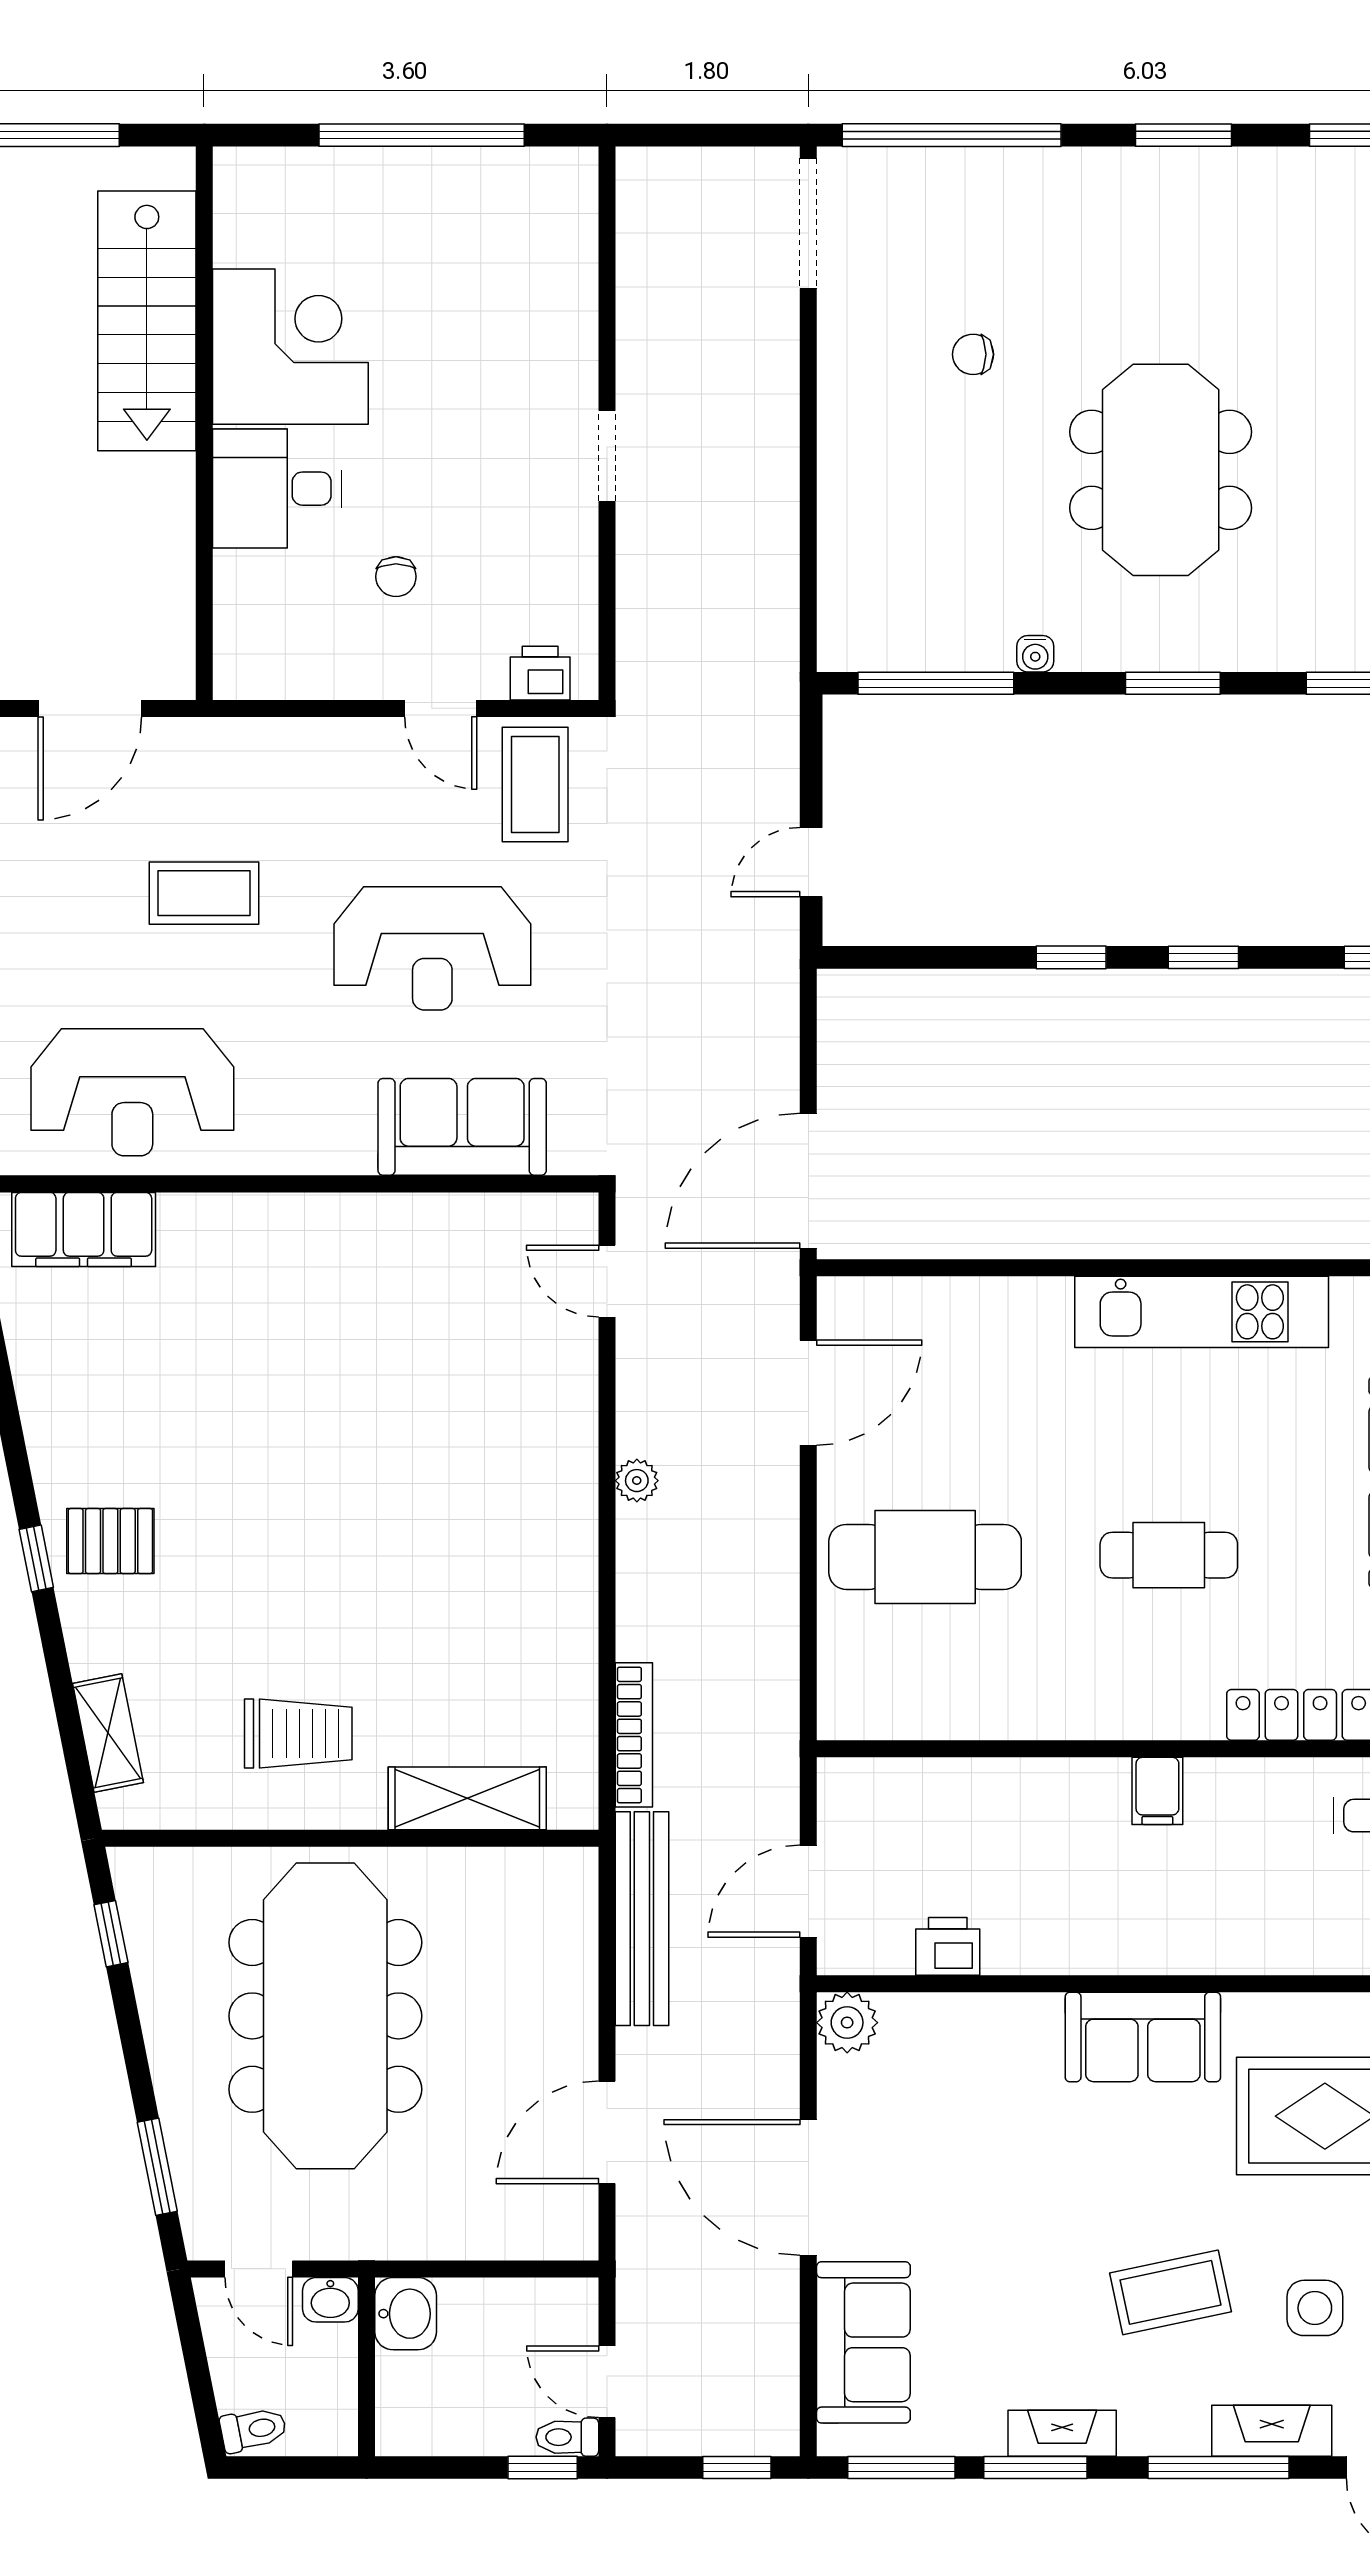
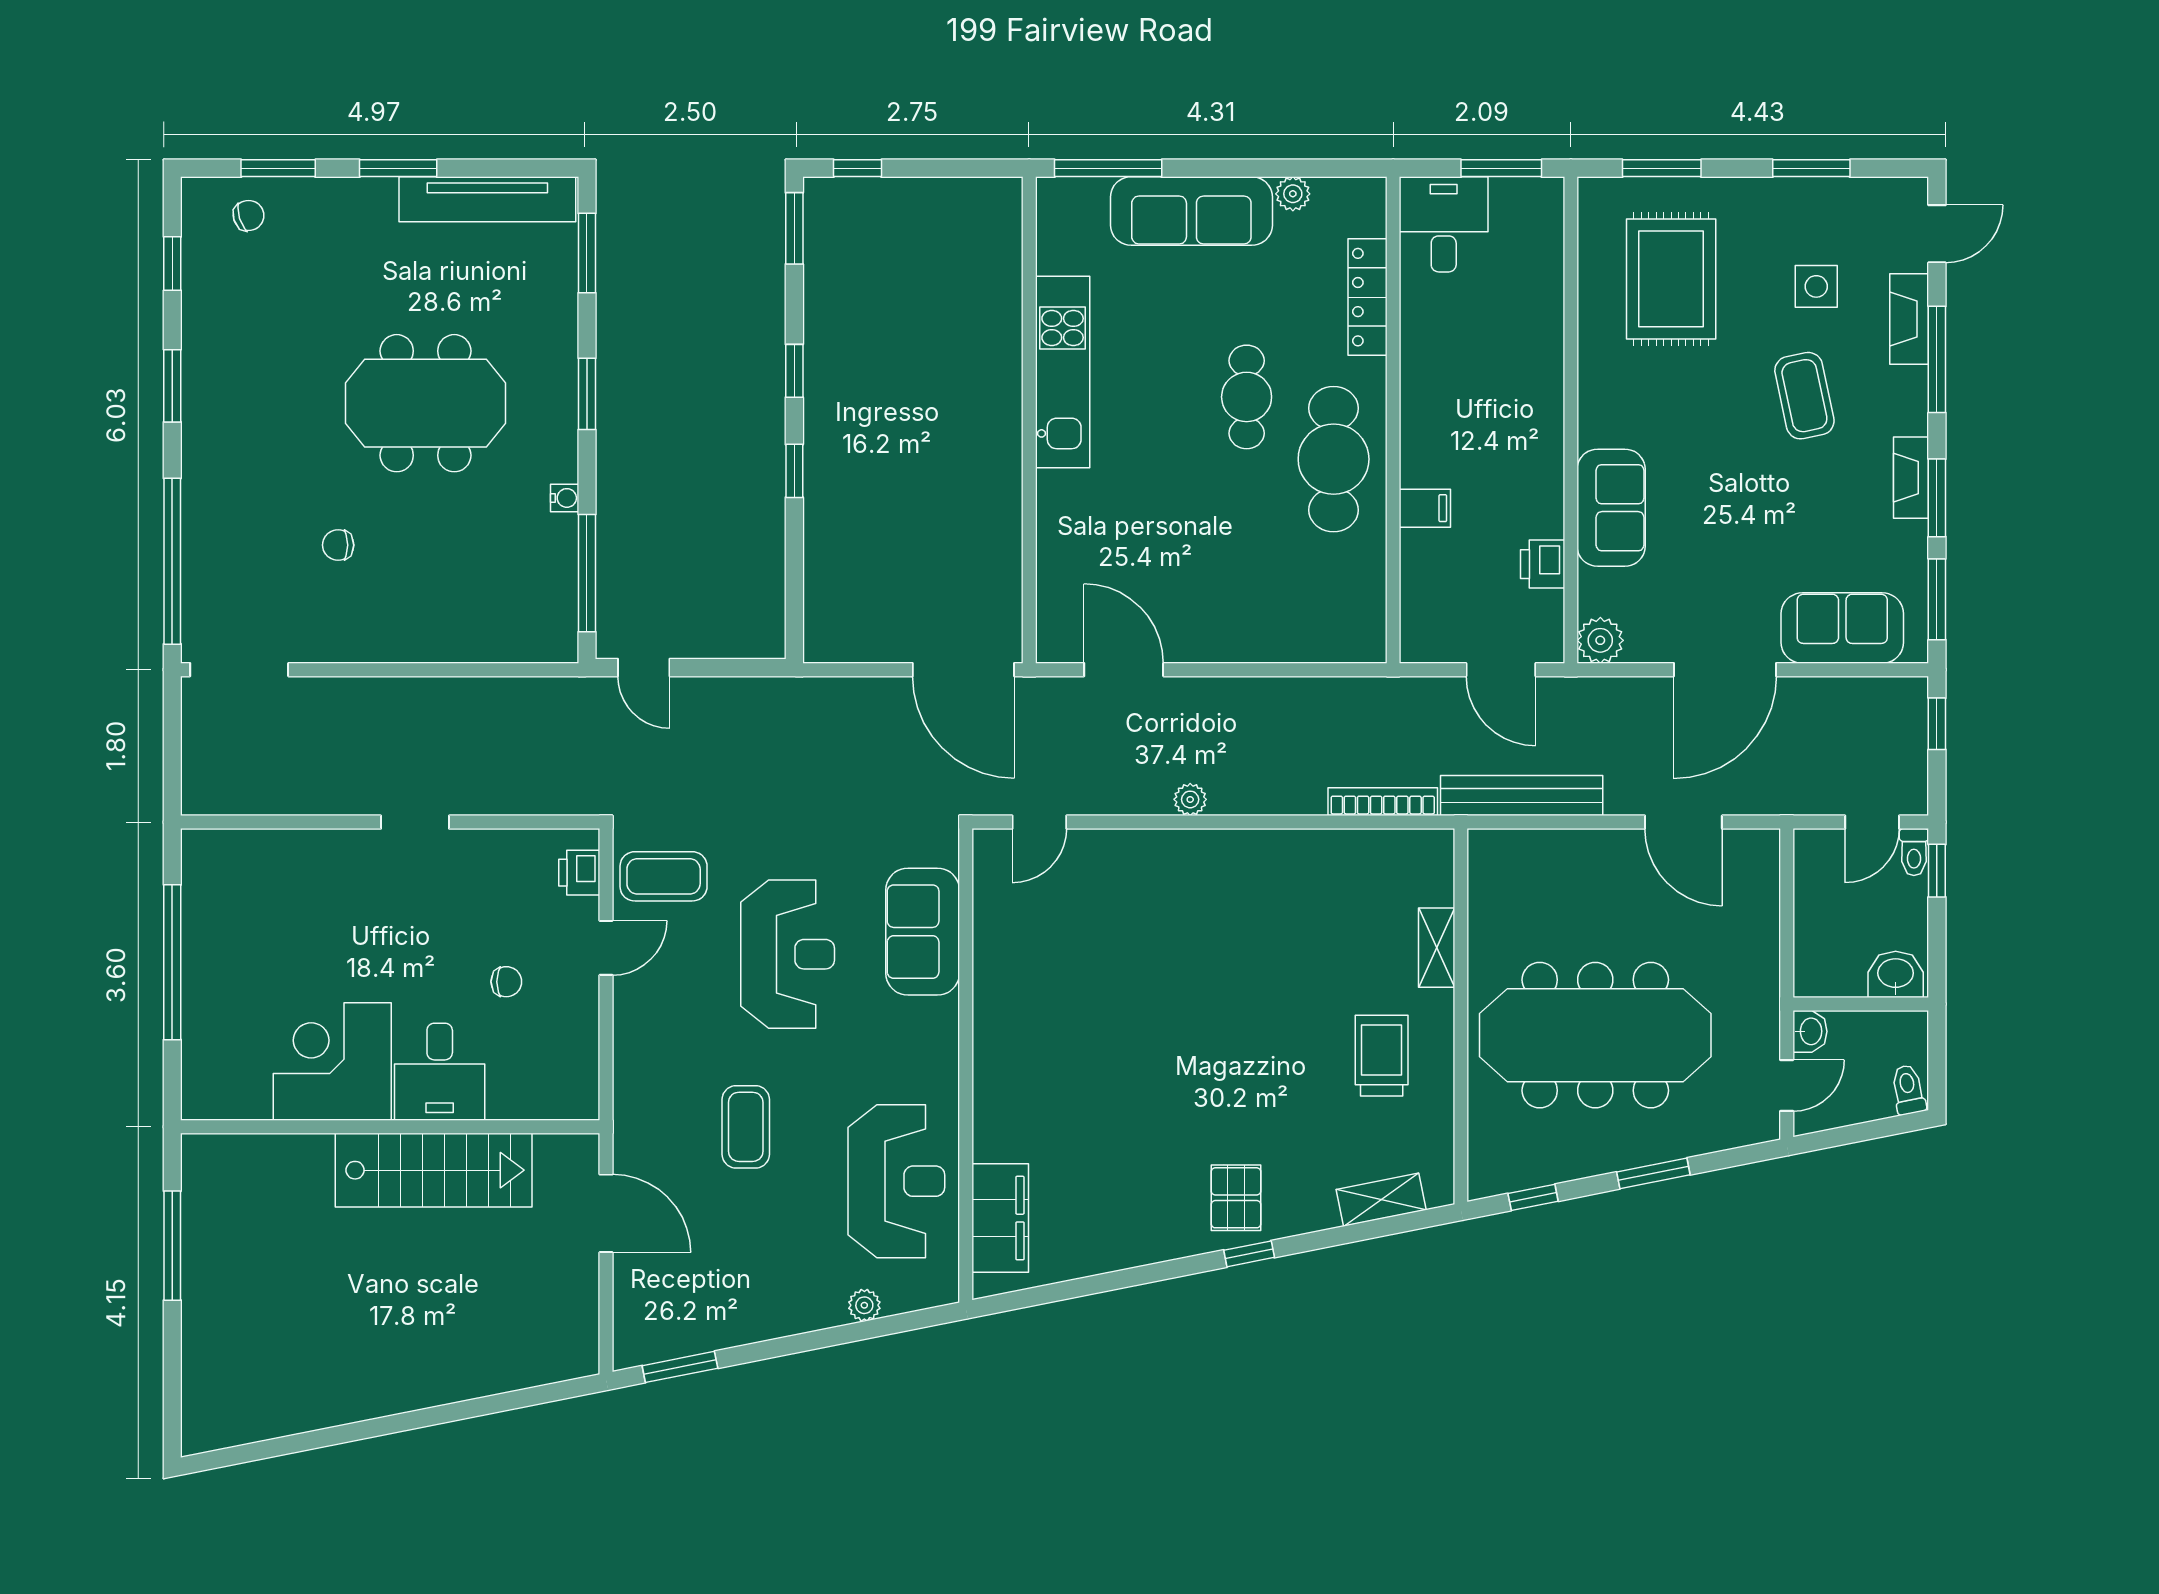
stairs: (147, 321) -> (434, 1170), moved
chair: (973, 354) -> (338, 545), turned 90
door: (811, 862) -> (644, 668), moved
cafe table: (925, 1557) -> (1334, 459), moved
filing cabinet: (1157, 1791) -> (1425, 508), moved
shelving: (467, 1798) -> (1437, 948), width x0.67, depth x0.75
sofa: (1143, 2037) -> (1611, 508), moved
window: (157, 2167) -> (1653, 1173), moved
washbasin: (406, 2314) -> (1896, 974), moved

